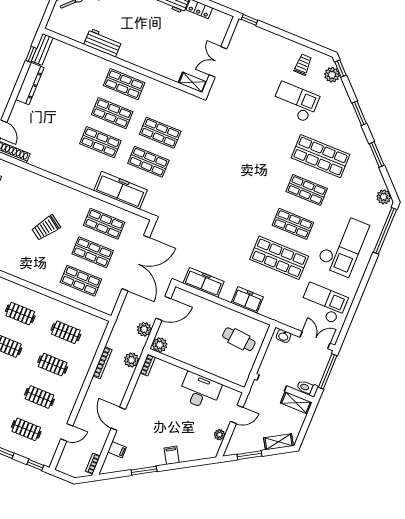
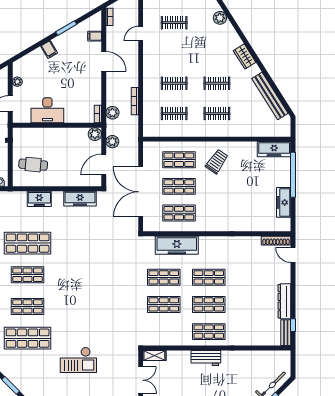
workbench: (103, 43) -> (206, 358), moved
checkout: (295, 102) -> (78, 360), moved
trolley: (46, 228) -> (217, 161), moved
clothes rail: (39, 397) -> (174, 53), removed

